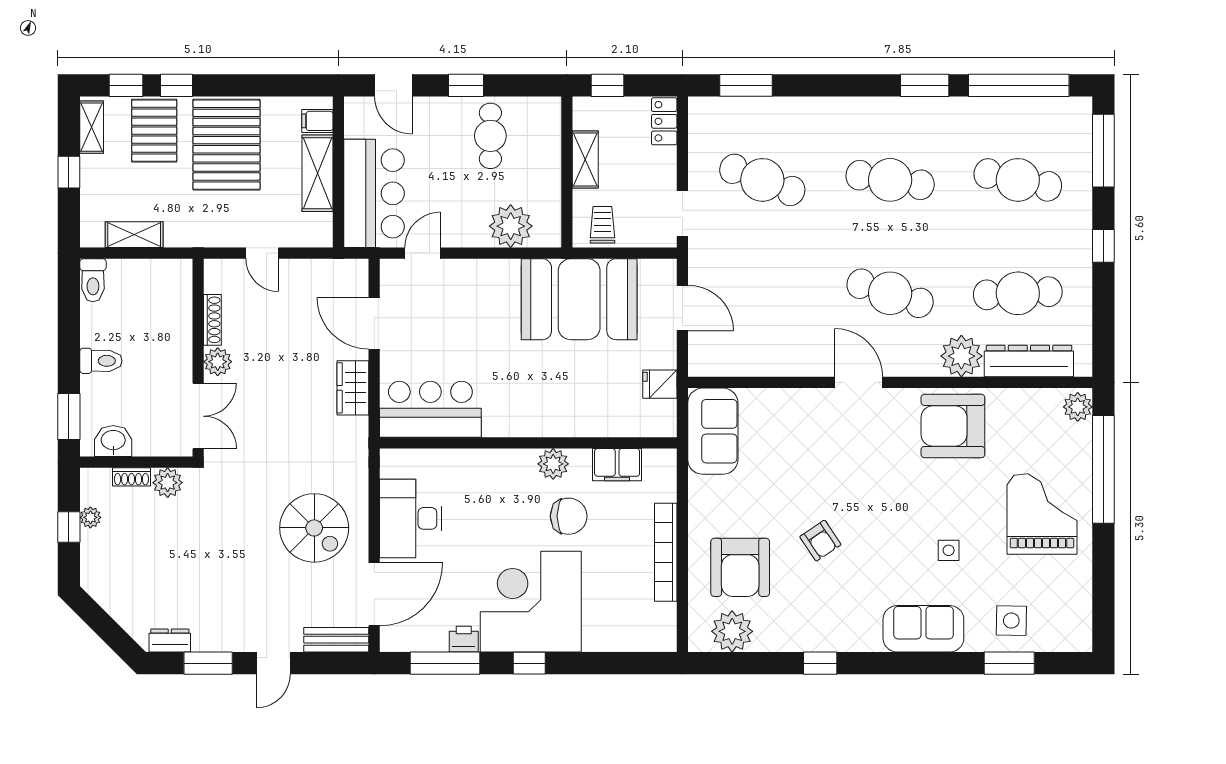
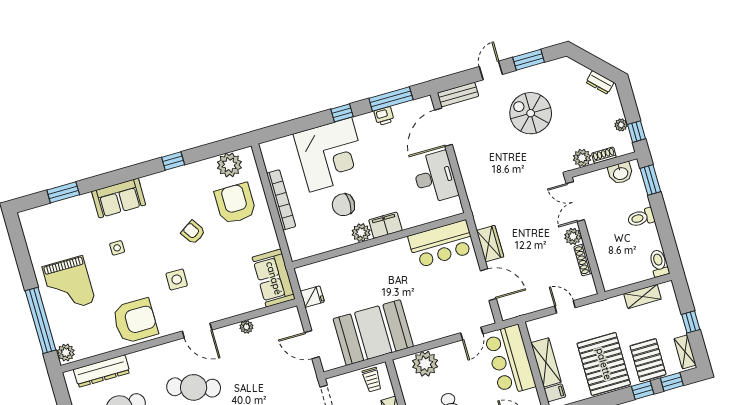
plant: (961, 356) -> (246, 327), moved, width x0.53, depth x0.53
filing cabinet: (617, 465) -> (385, 225), moved
window: (69, 527) -> (637, 132), moved
spiral stairs: (314, 528) -> (531, 113), moved
corner desk: (531, 602) -> (331, 155), moved
side table: (1011, 621) -> (177, 280), moved
dresser: (170, 640) -> (600, 82), moved, turned 45

